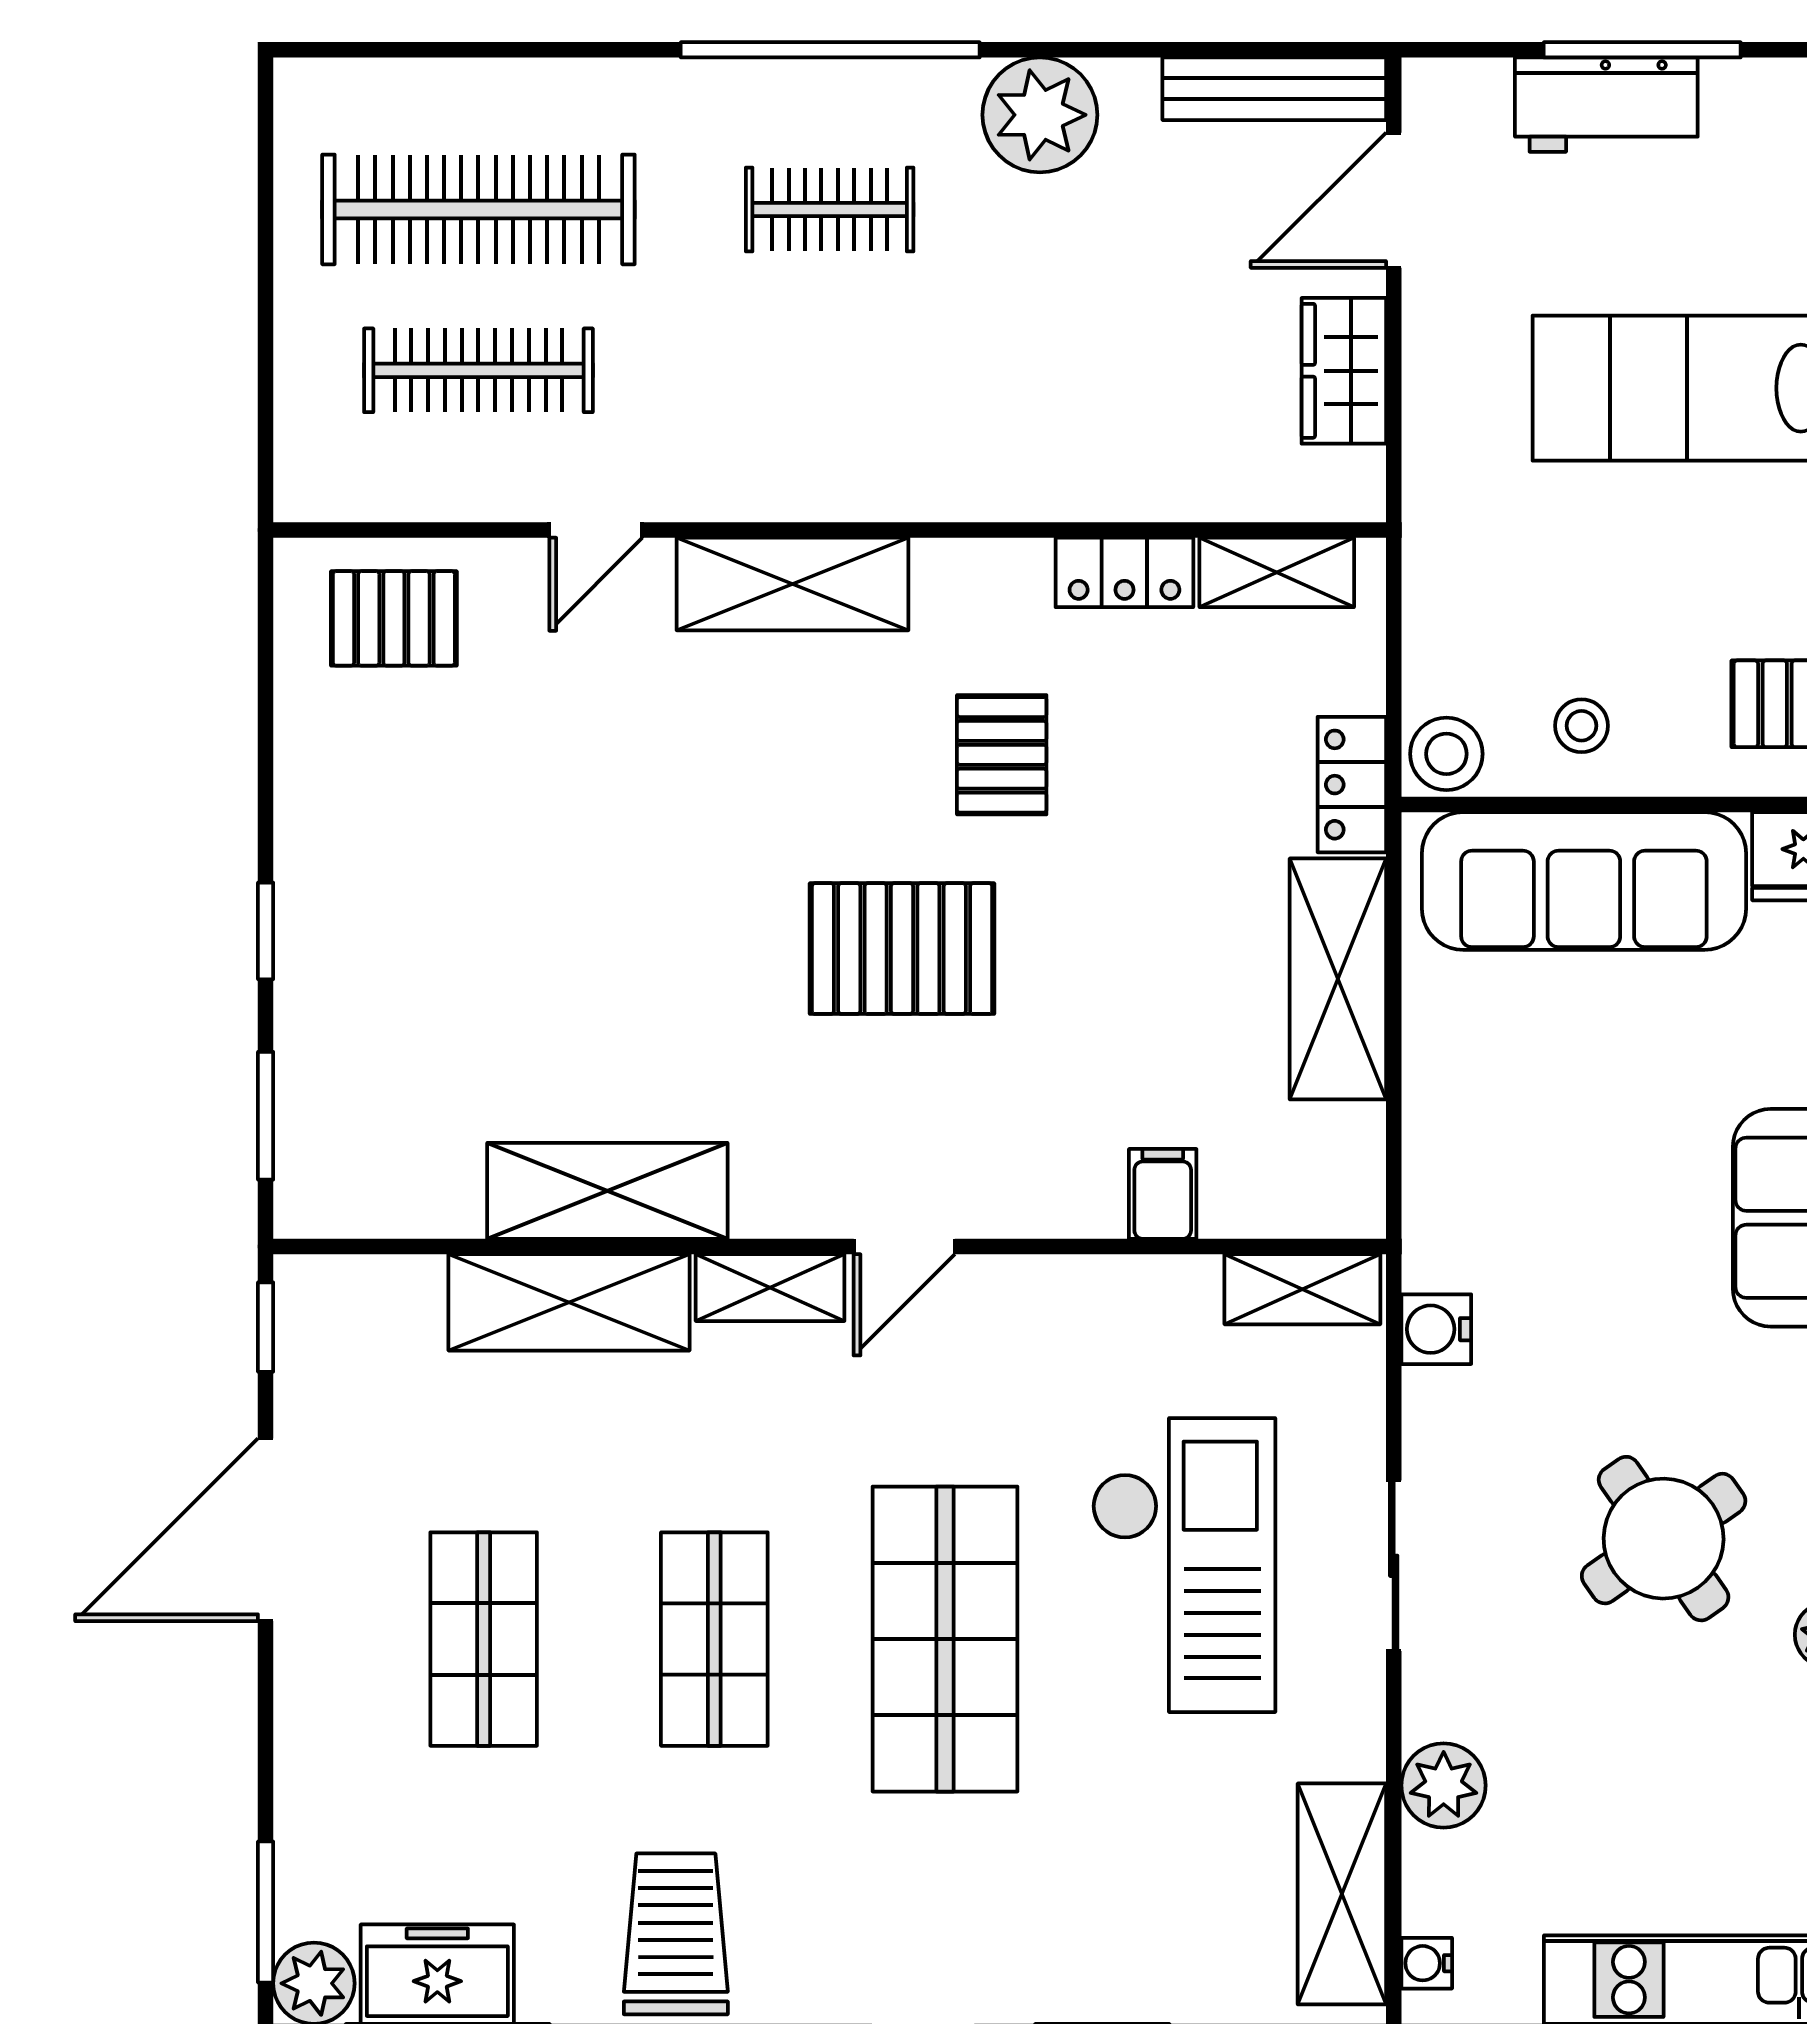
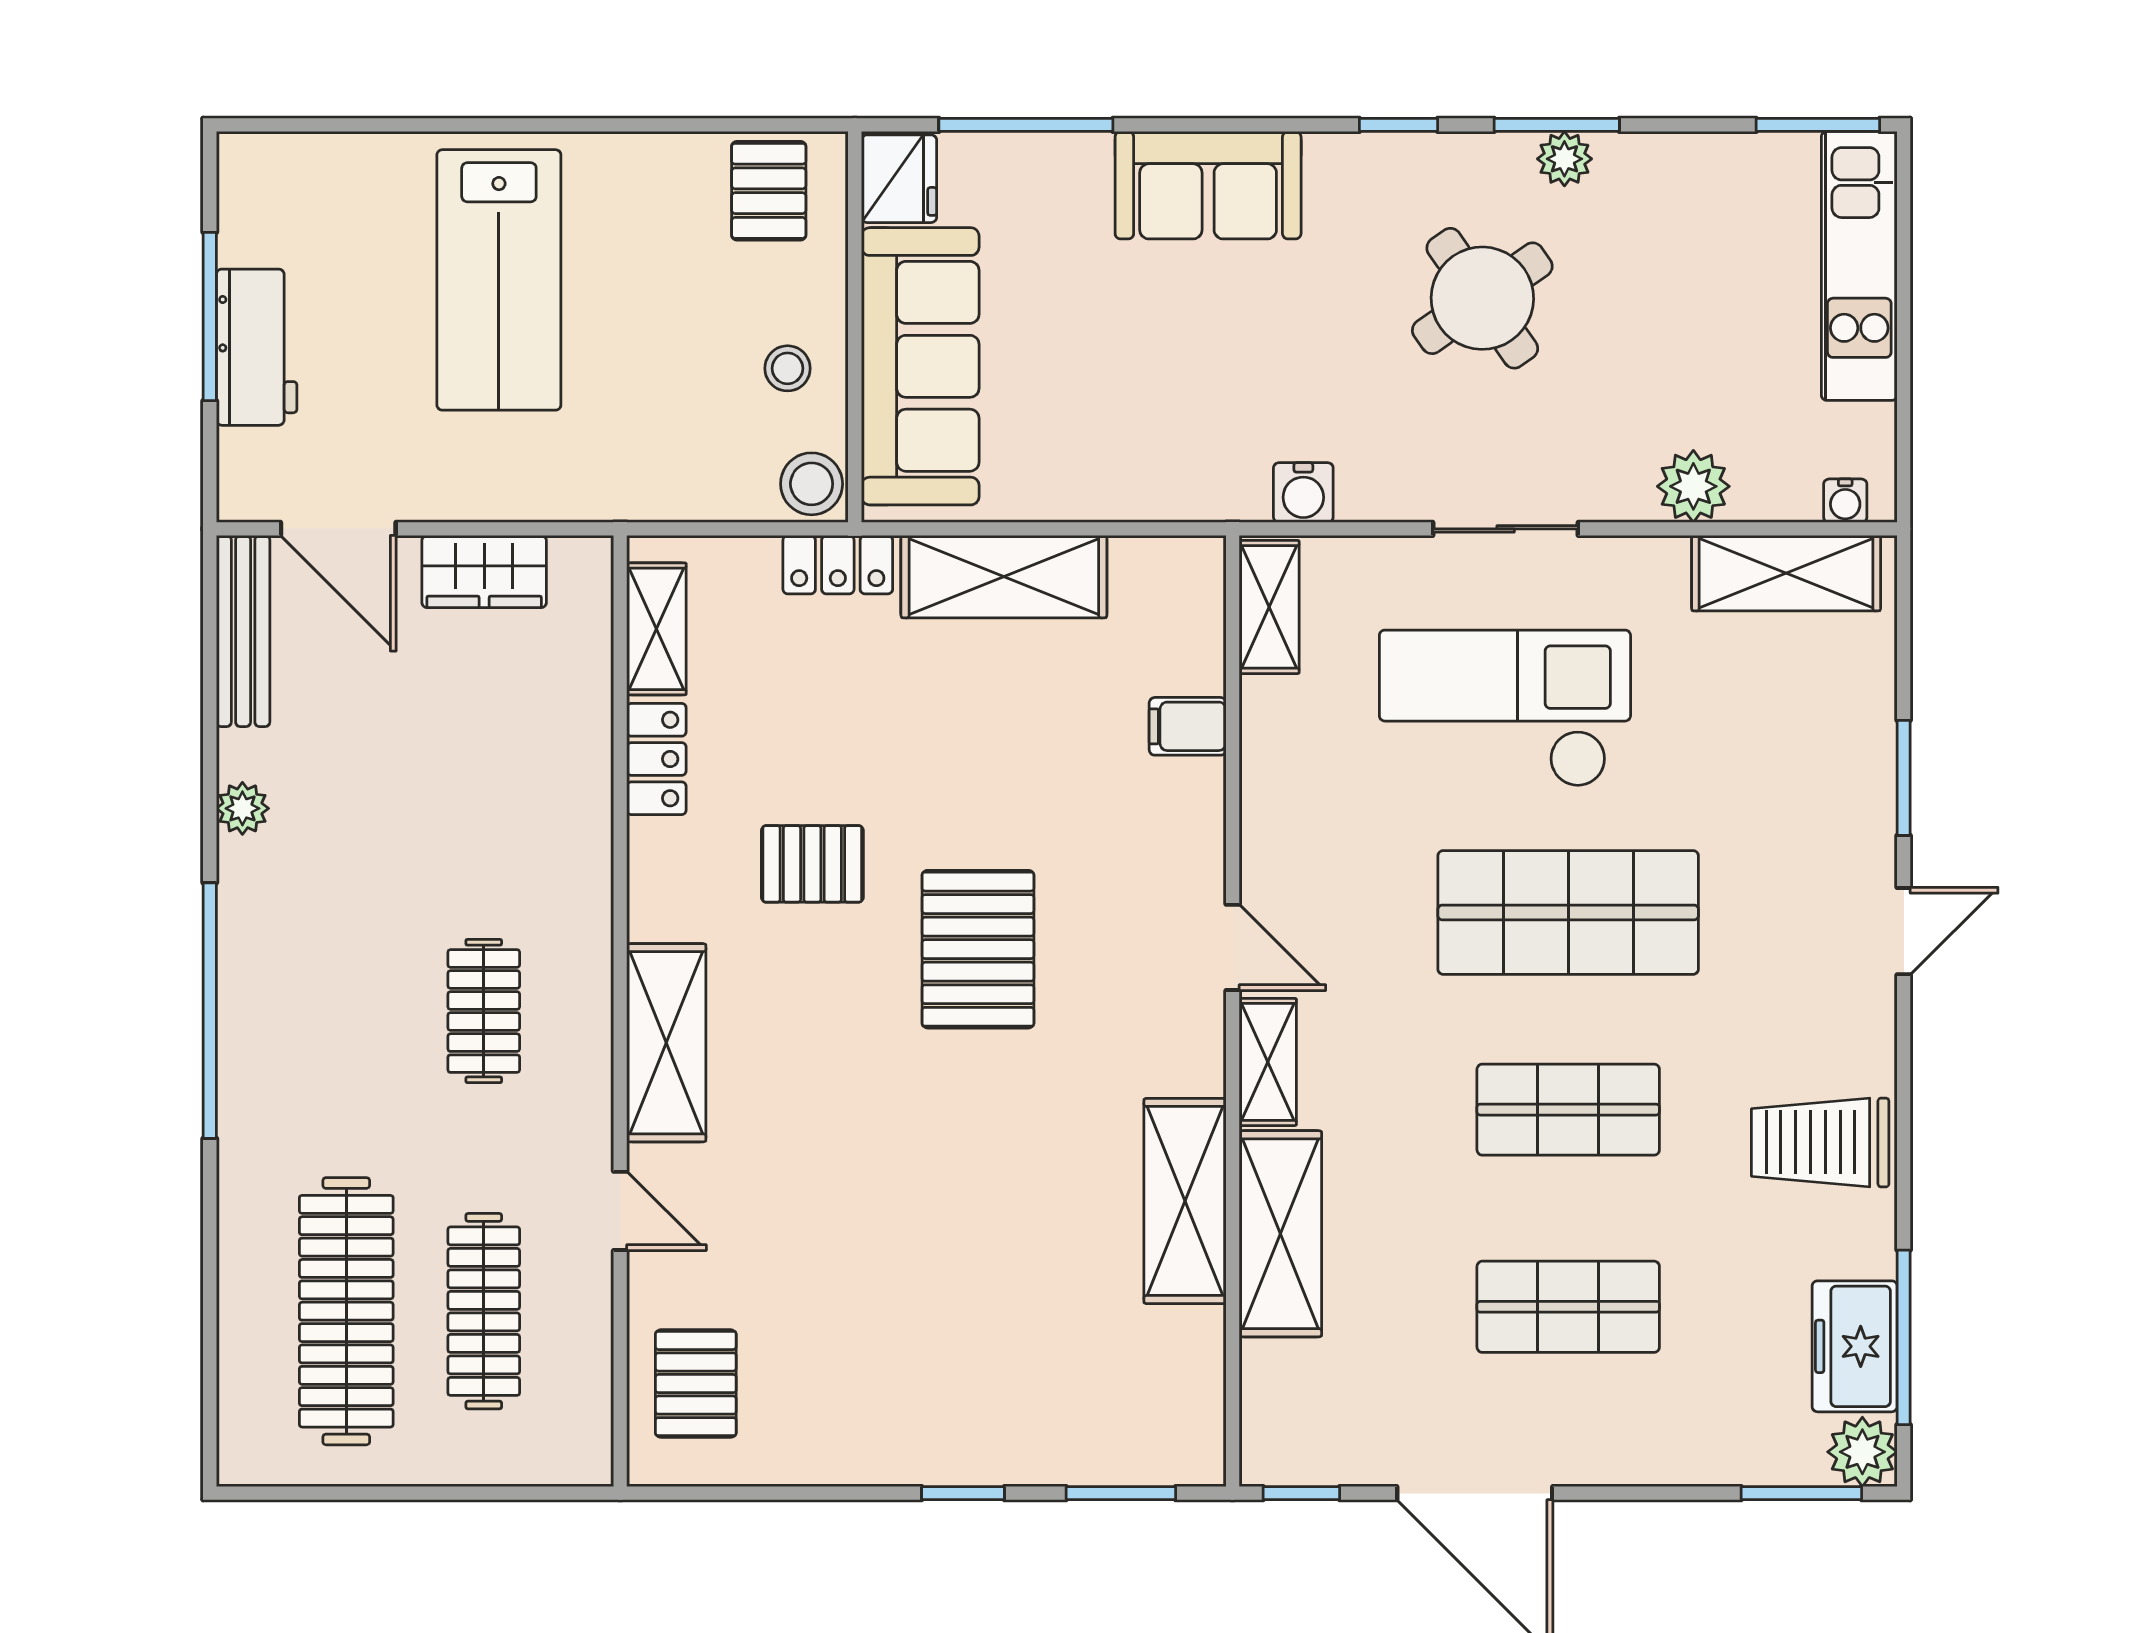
plant: (1040, 115) -> (242, 808), width x0.53, depth x0.53
clothes rail: (830, 209) -> (484, 1011), moved

